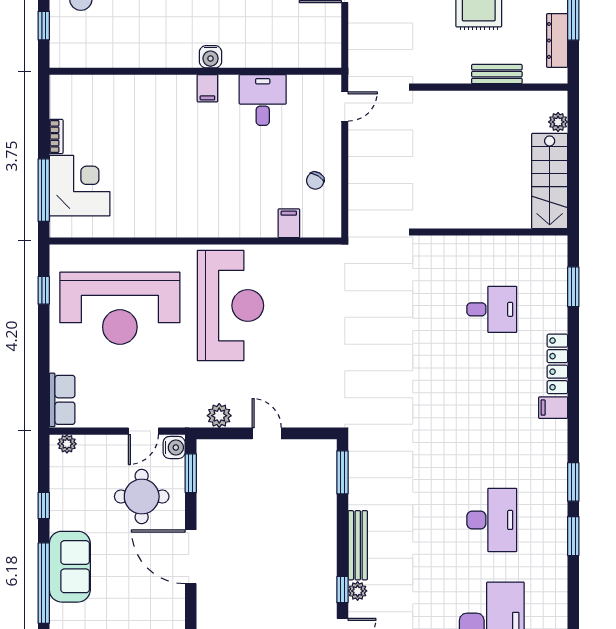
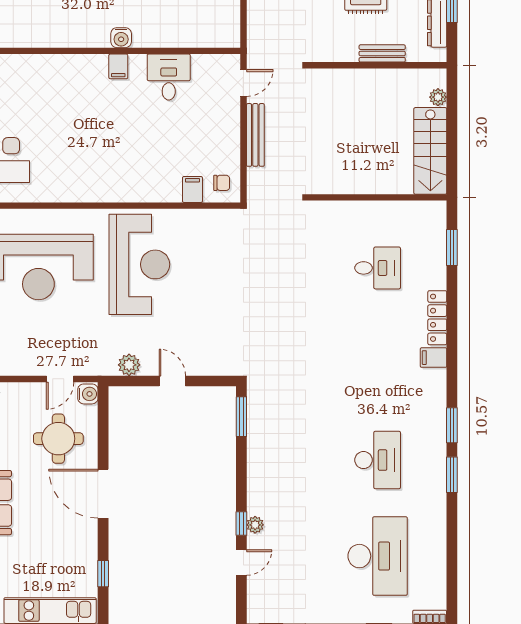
chair: (315, 181) -> (222, 183), moved, turned -121
window: (191, 473) -> (103, 417), removed
bench: (358, 545) -> (255, 135), moved

